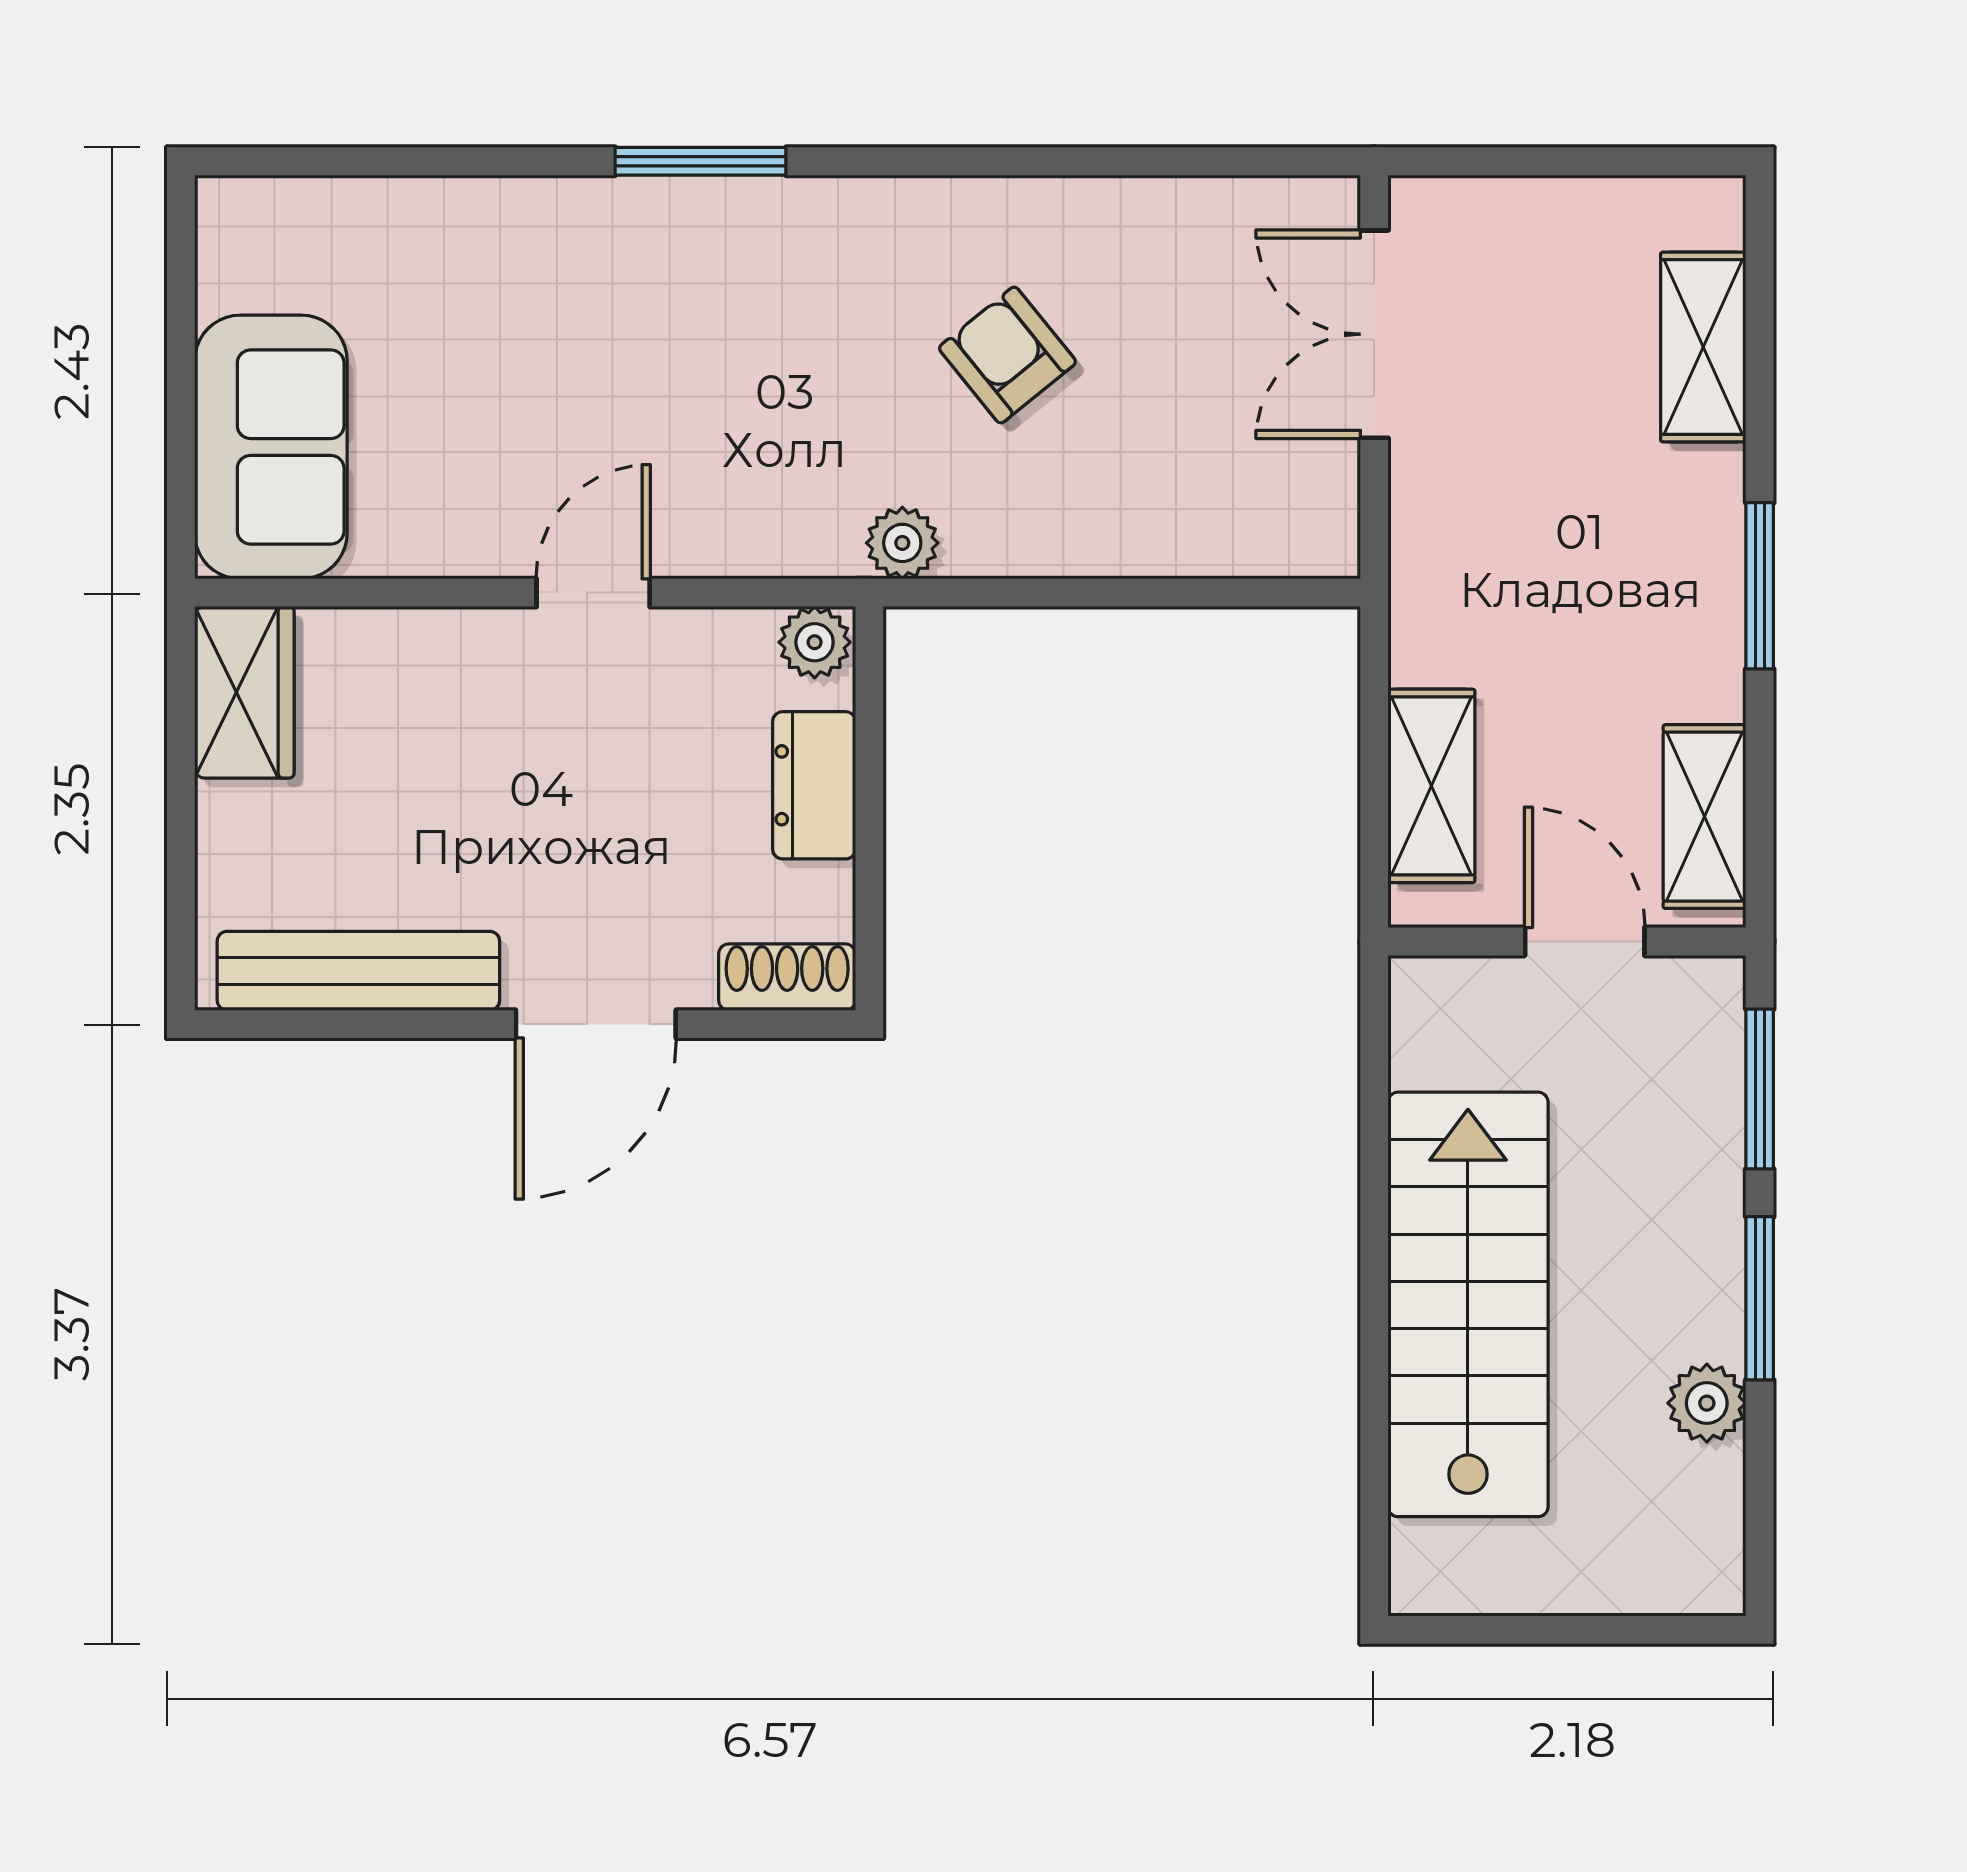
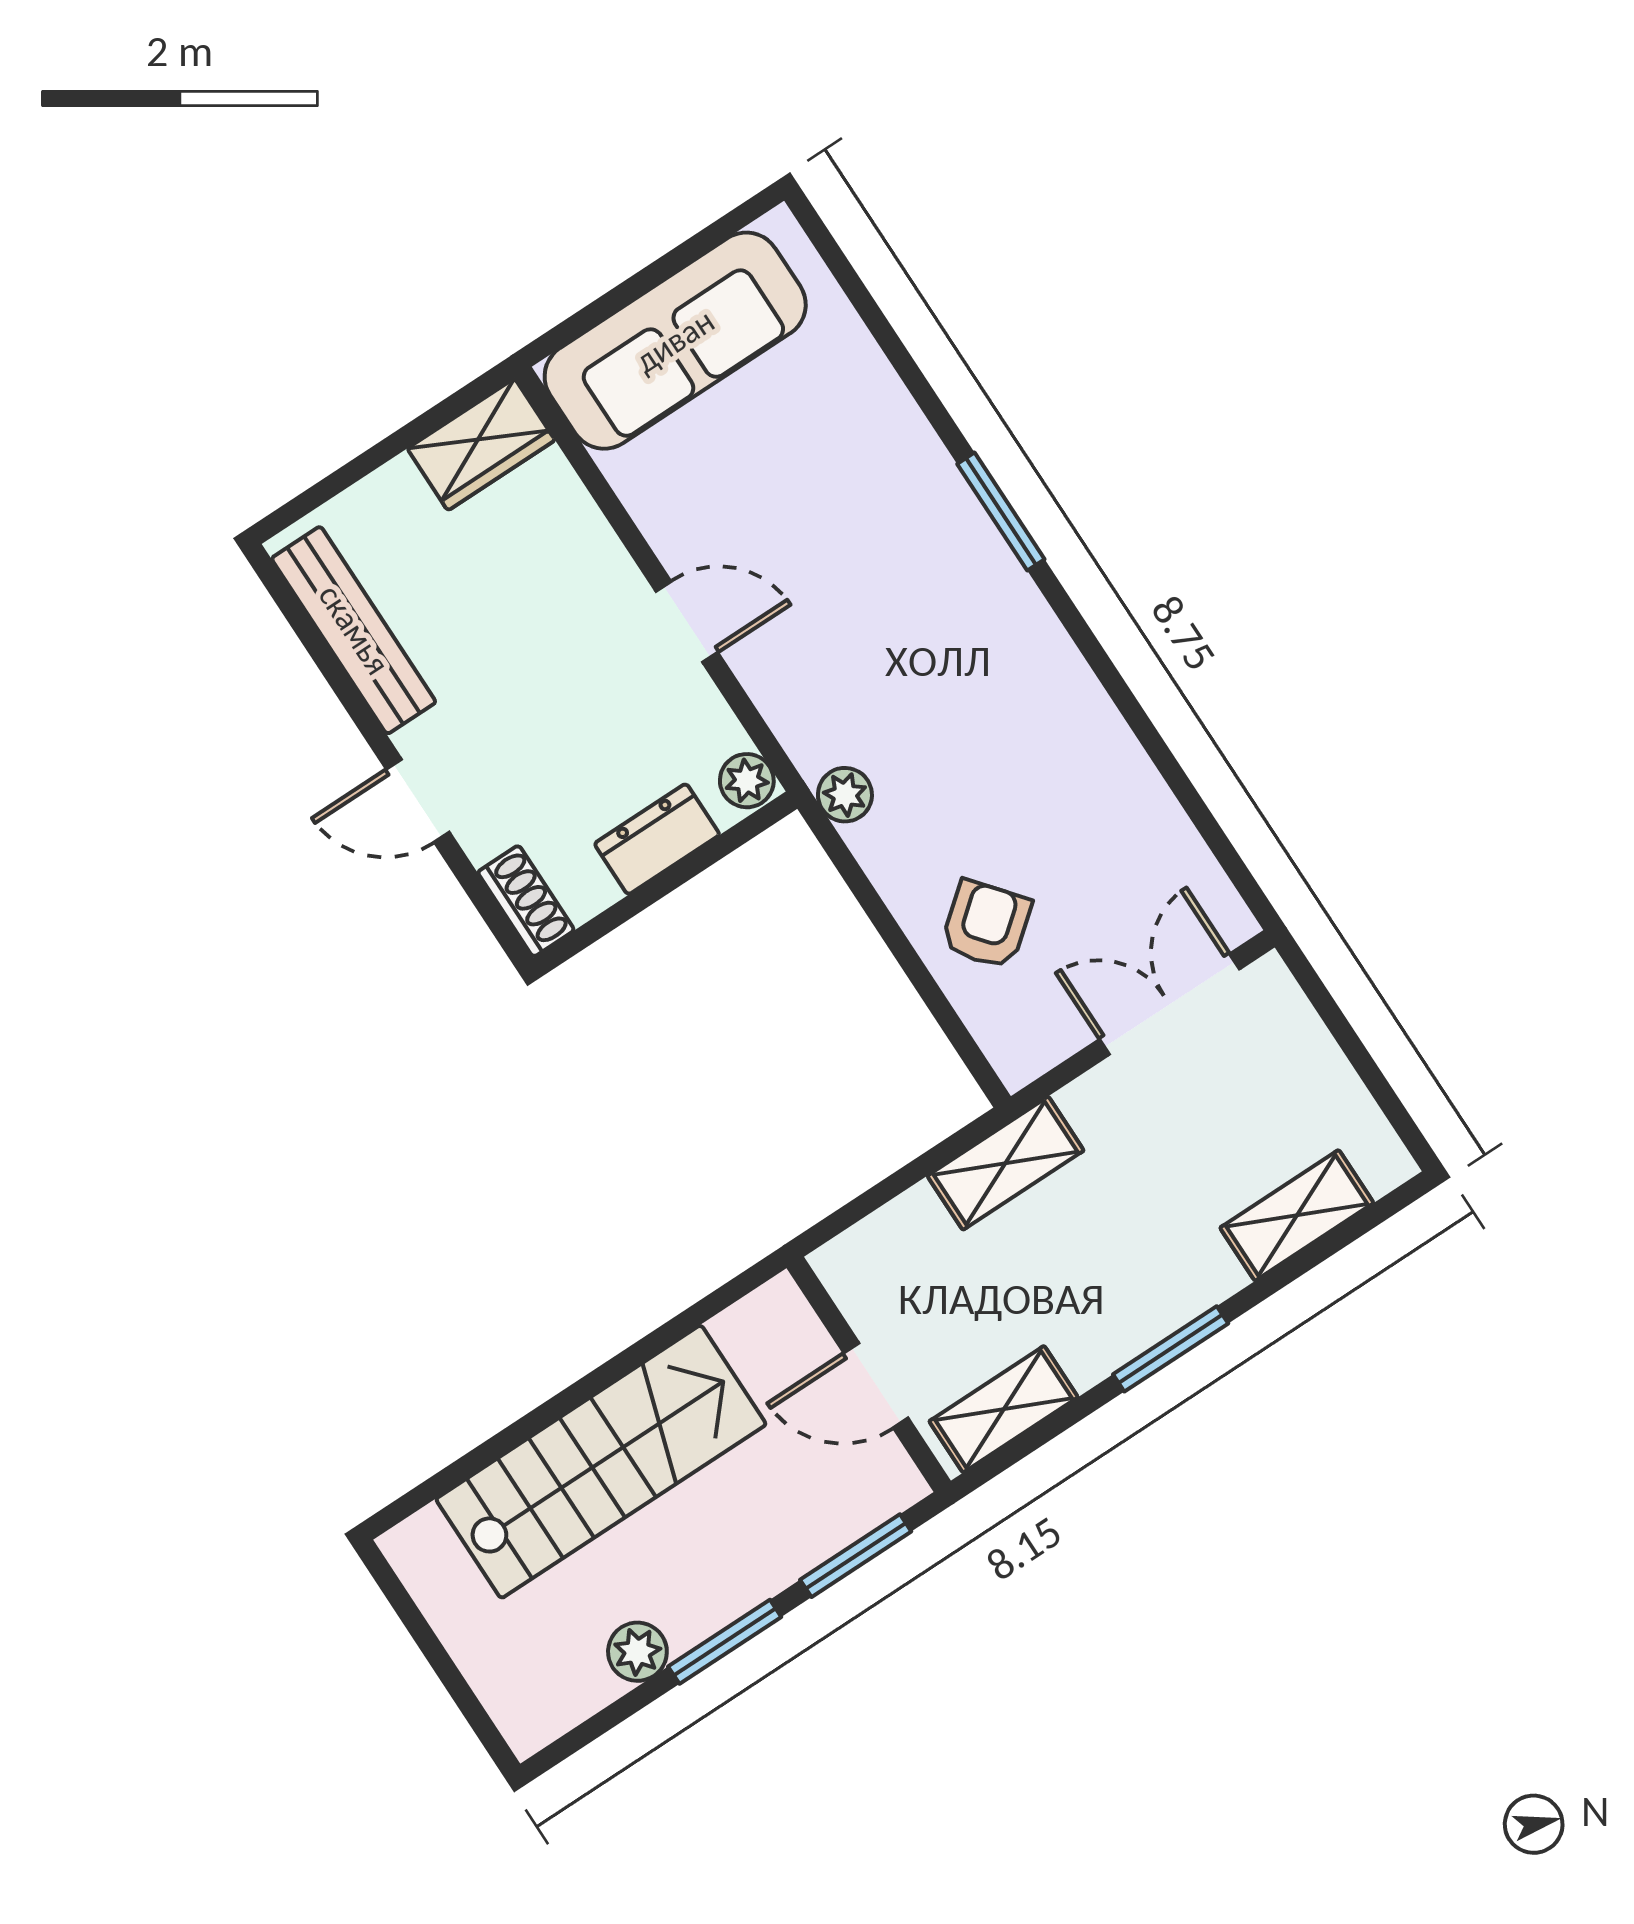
armchair: (1007, 355) -> (986, 925), moved
sofa: (271, 447) -> (675, 341), width x1.36
shelving: (1431, 786) -> (1006, 1163), moved
door: (1585, 942) -> (876, 1386), swing flipped
door: (596, 1024) -> (418, 801), width x0.73

